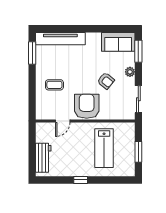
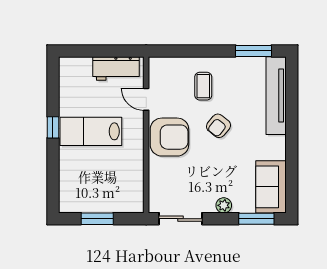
armchair: (106, 81) -> (219, 126), moved
lab bench: (104, 148) -> (91, 131), moved
workbench: (43, 158) -> (116, 68), moved

